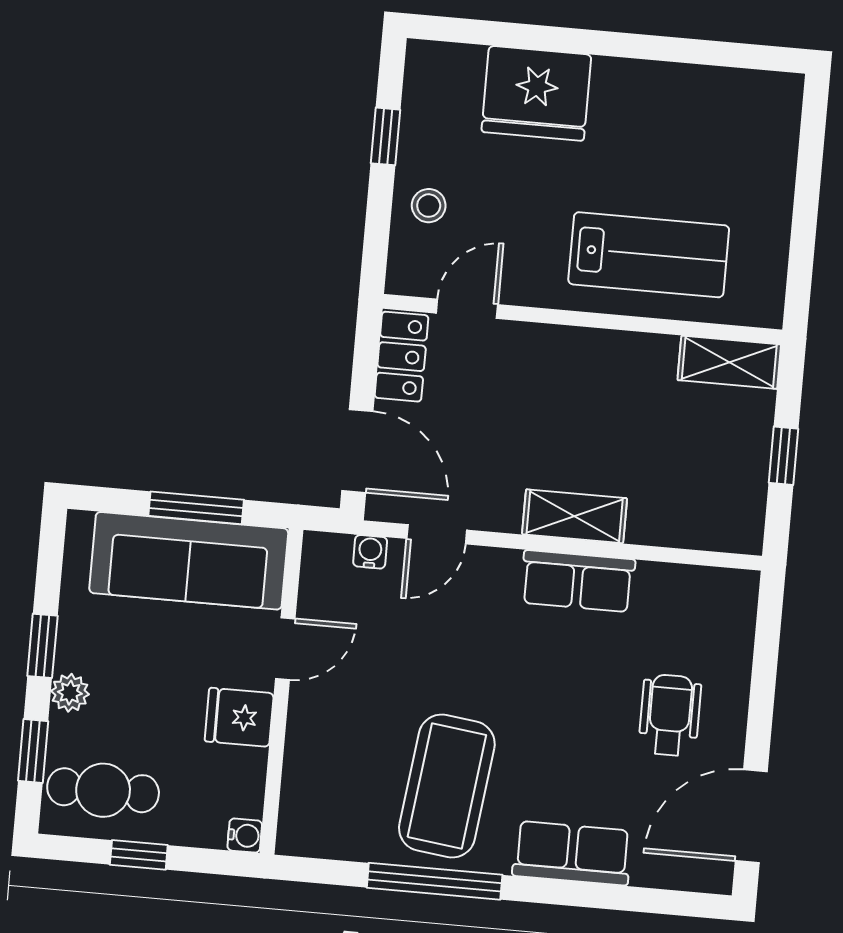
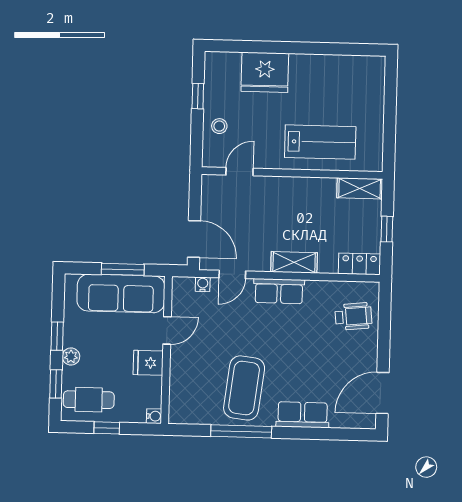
locker: (402, 357) -> (359, 264), moved, turned -90
row of seats: (578, 581) -> (279, 291), moved
wheelchair: (670, 715) -> (353, 316), moved, turned 84

